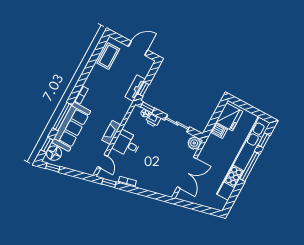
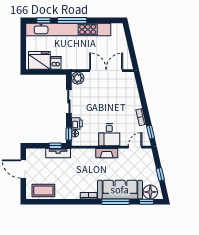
window: (53, 168) -> (160, 174), moved

